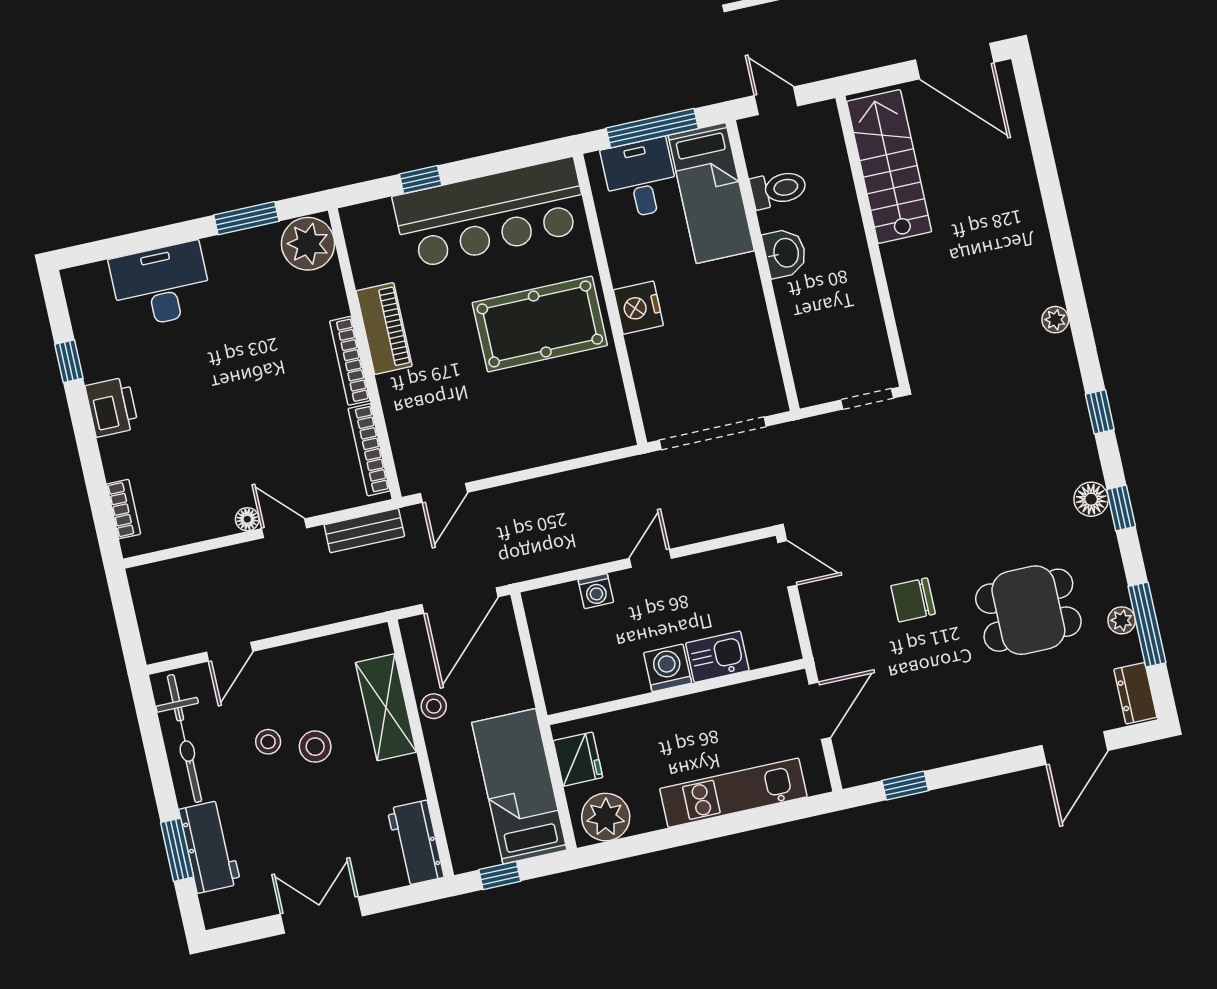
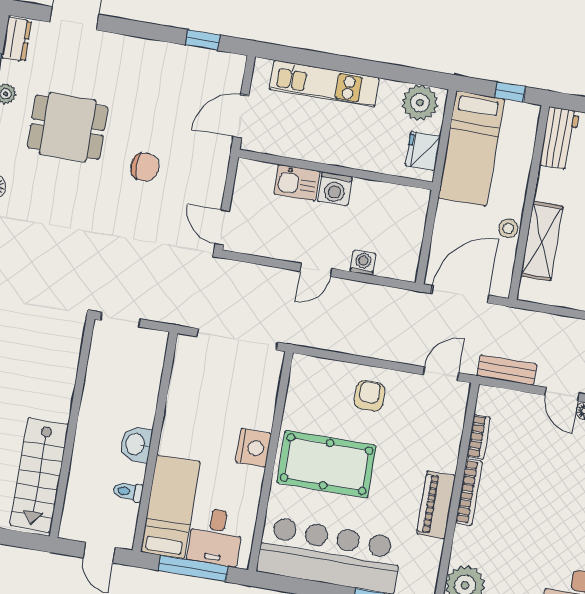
toilet: (778, 189) -> (128, 492), width x0.73, depth x0.72
armchair: (521, 430) -> (369, 396), added
bookcase: (369, 450) -> (479, 437), width x0.64

